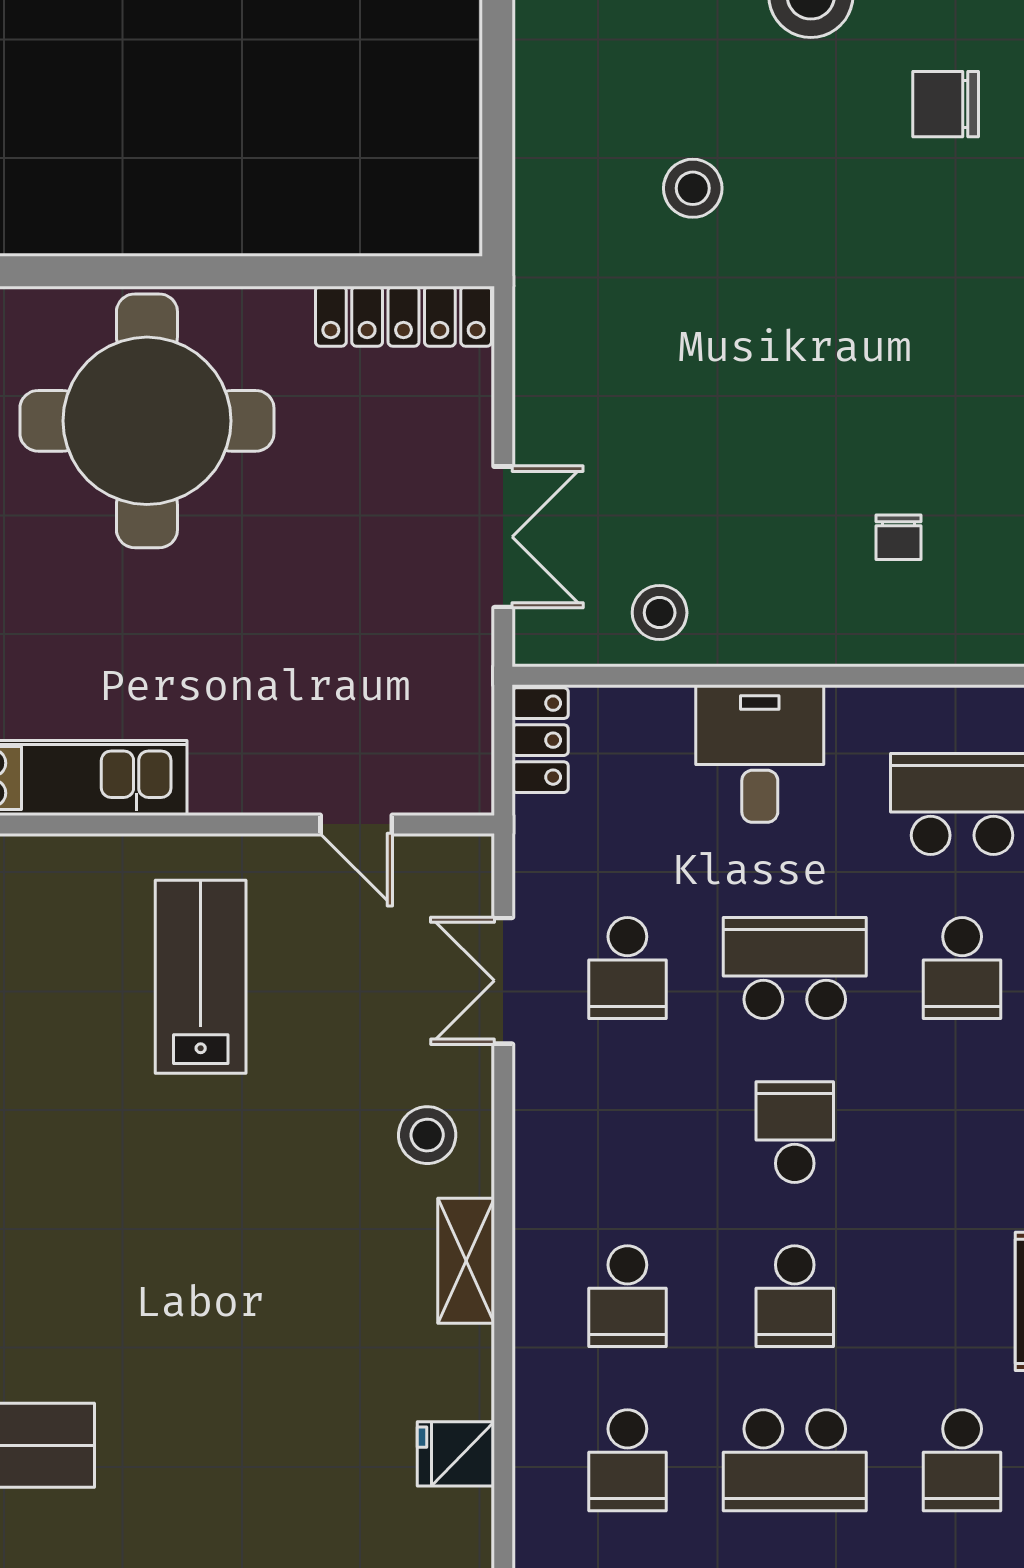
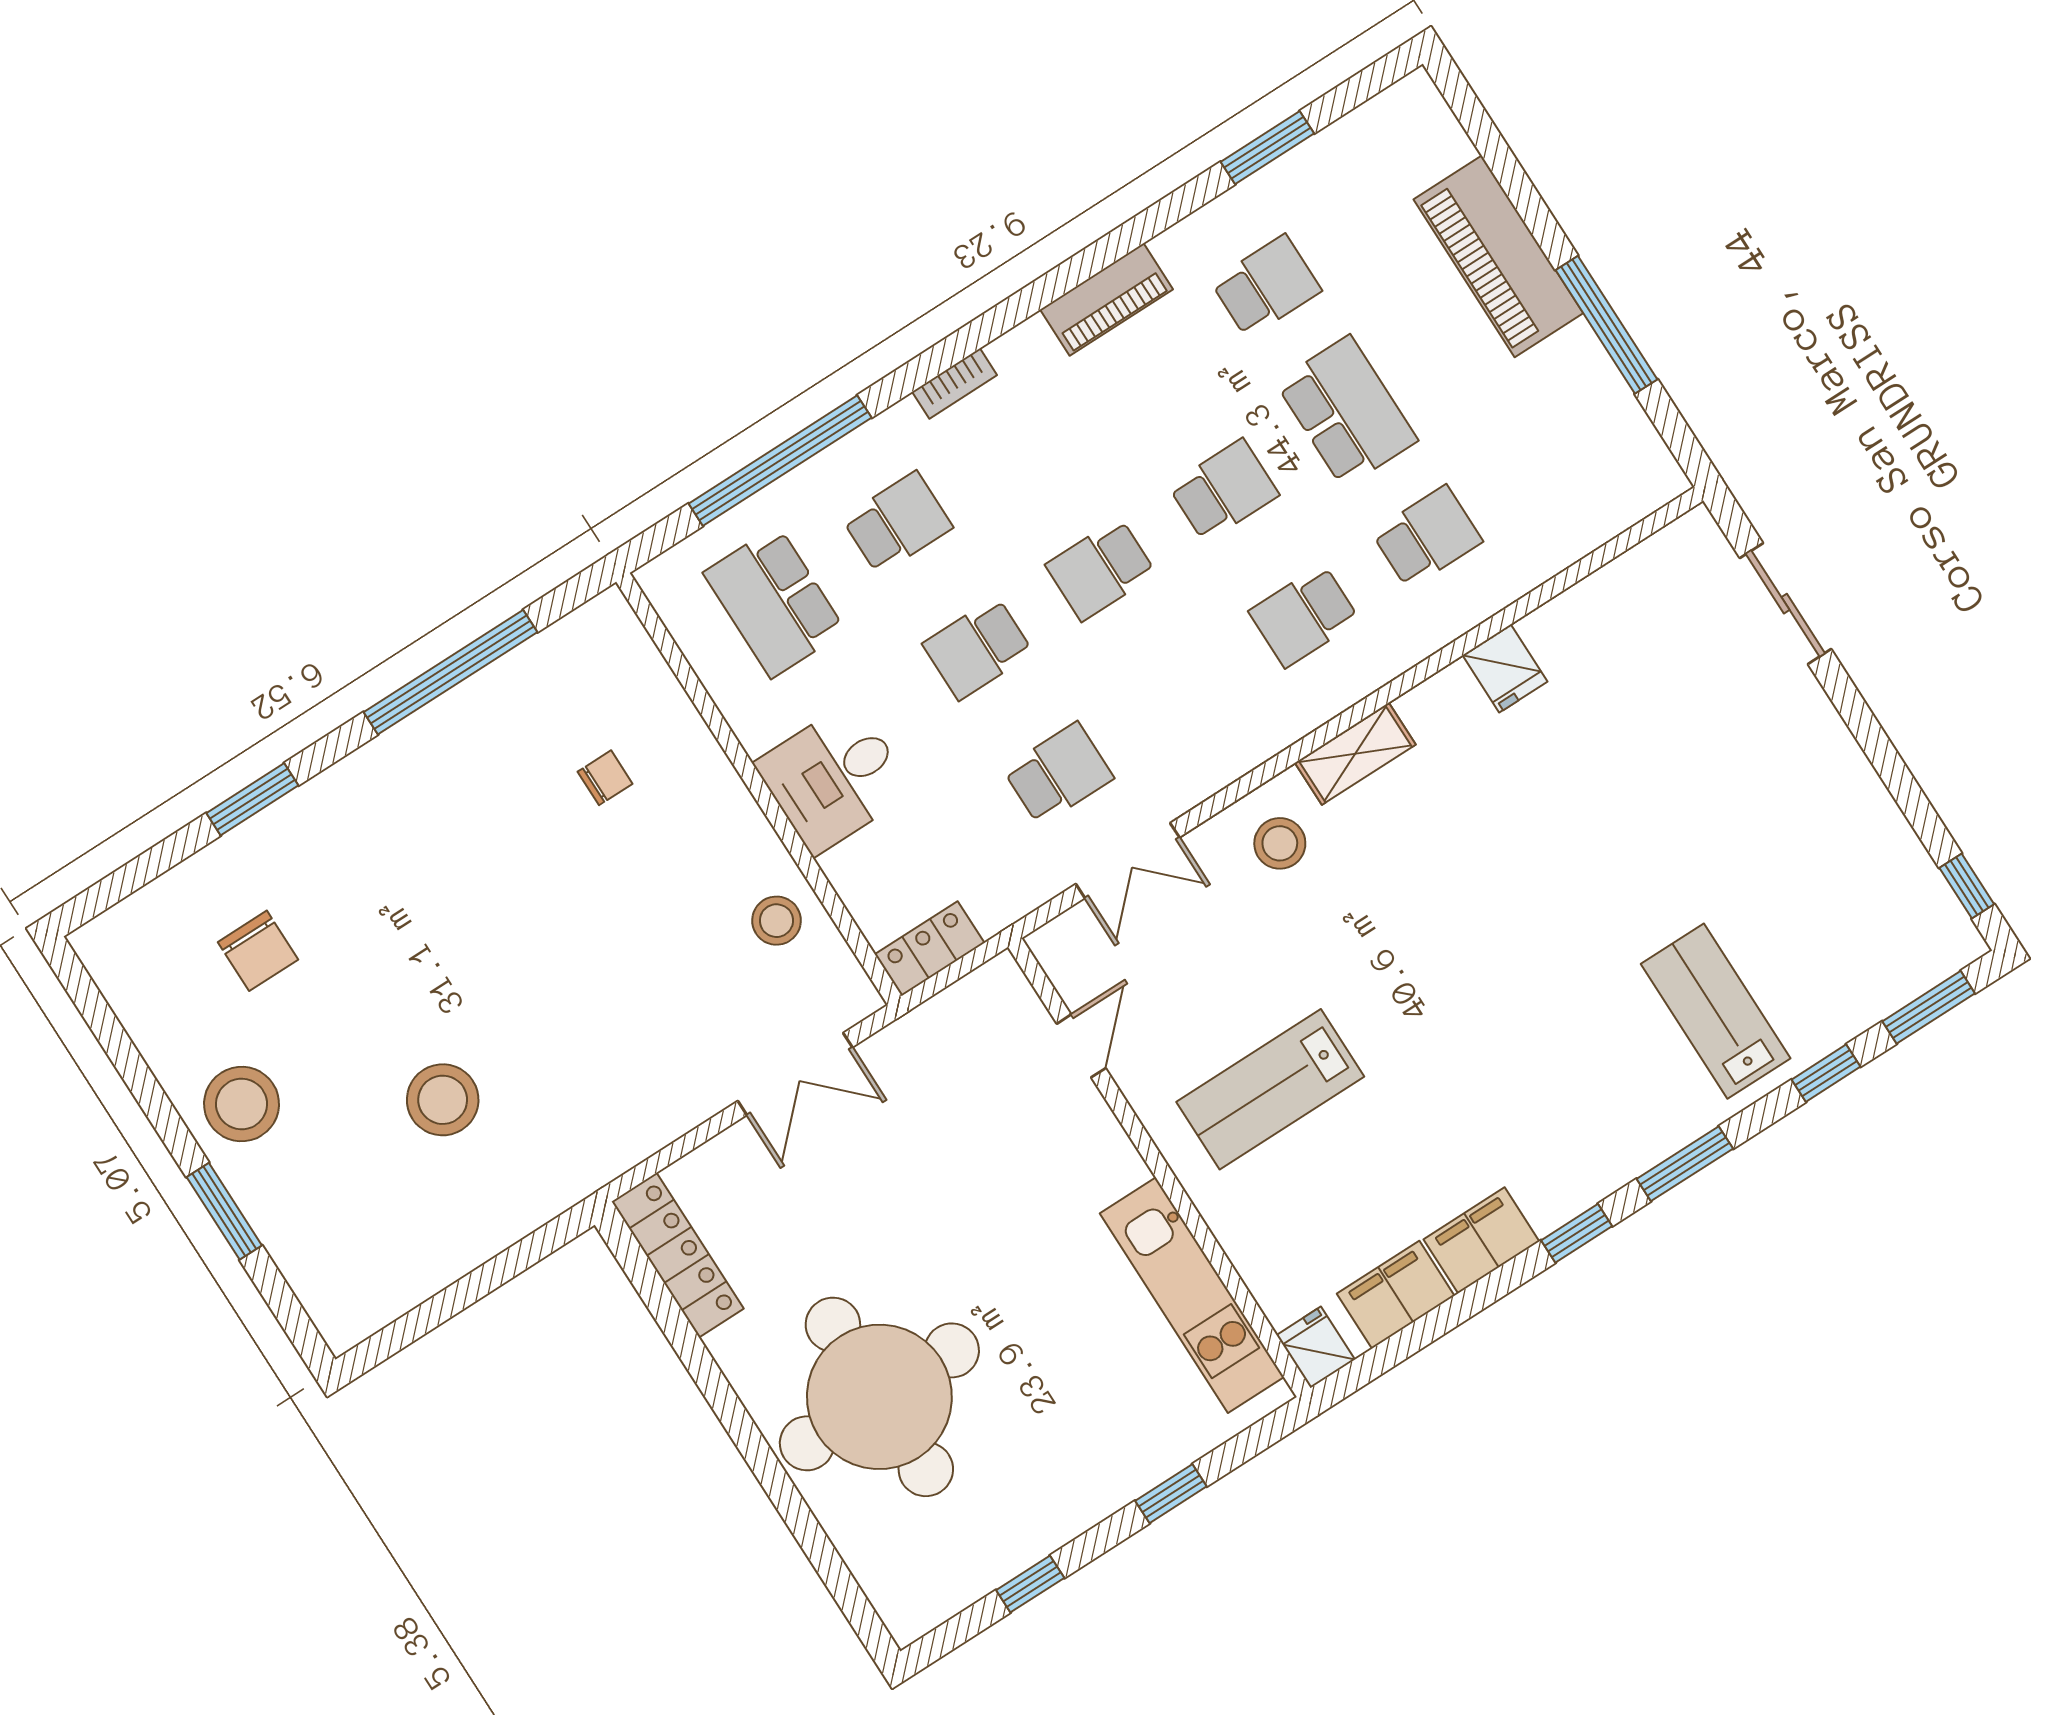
stool: (693, 188) -> (443, 1100), width x1.38, depth x1.38
double door: (503, 537) -> (795, 1074), swing flipped
school desk: (795, 968) -> (978, 648), width x0.54
school desk: (627, 1296) -> (1304, 616), turned 180

